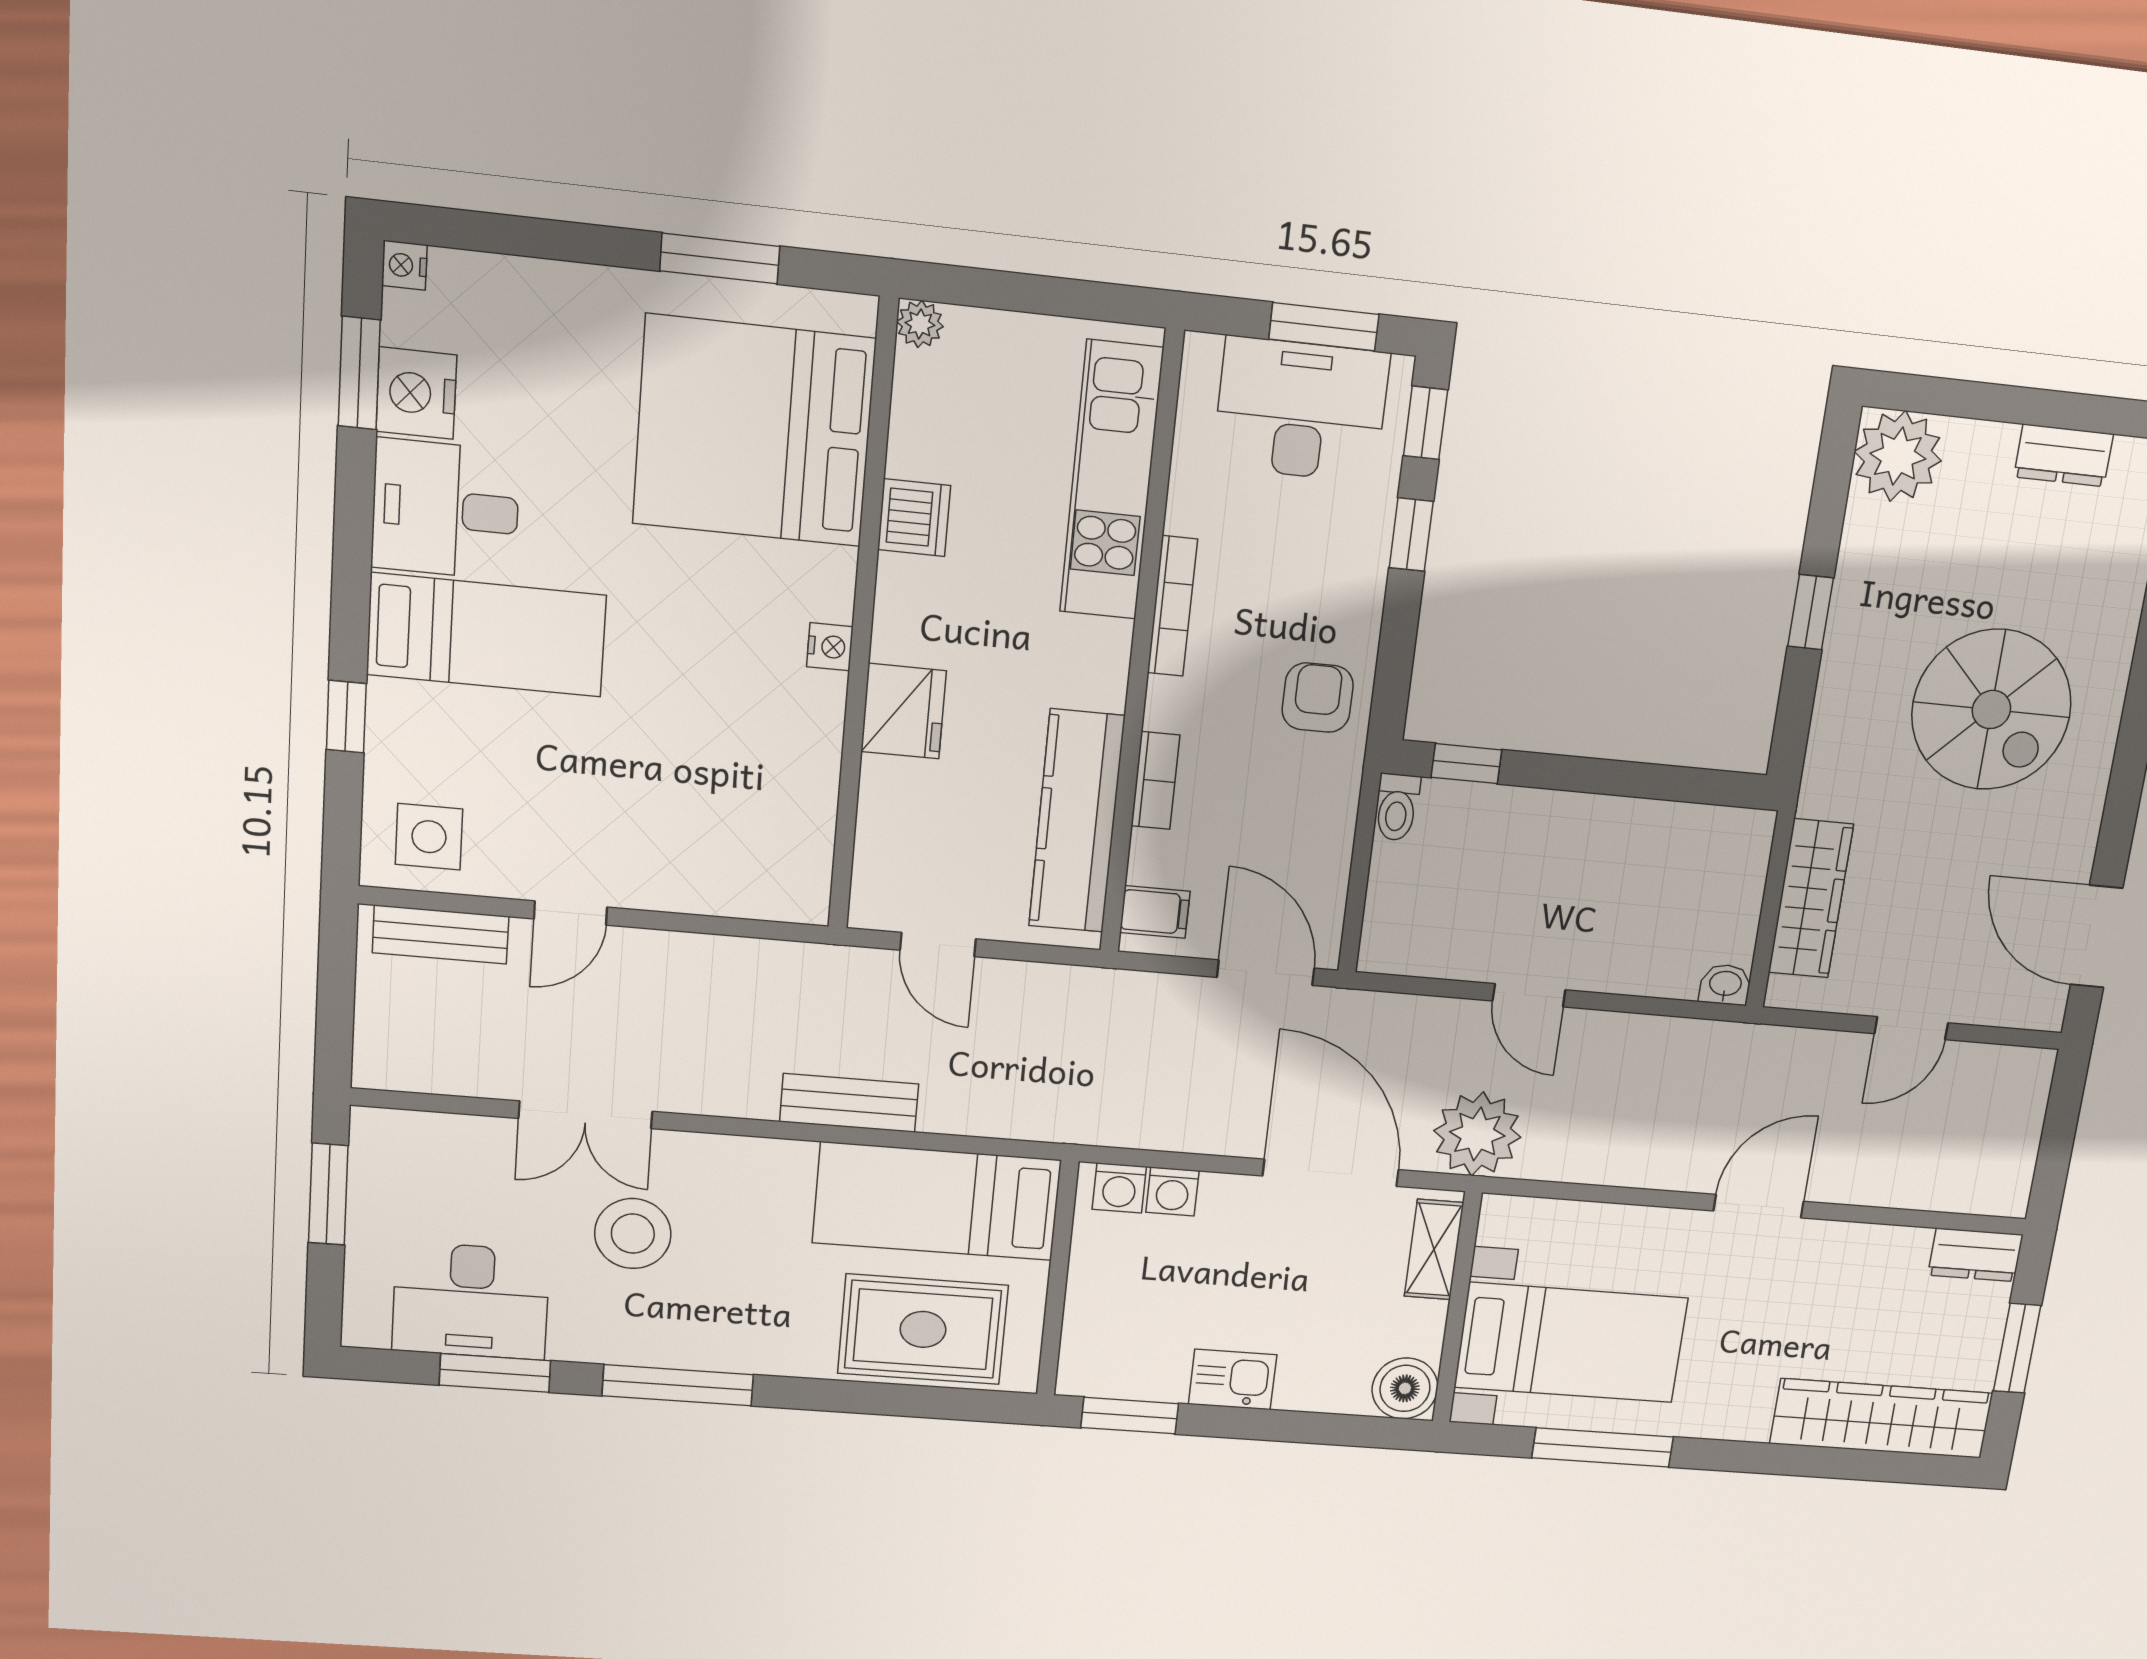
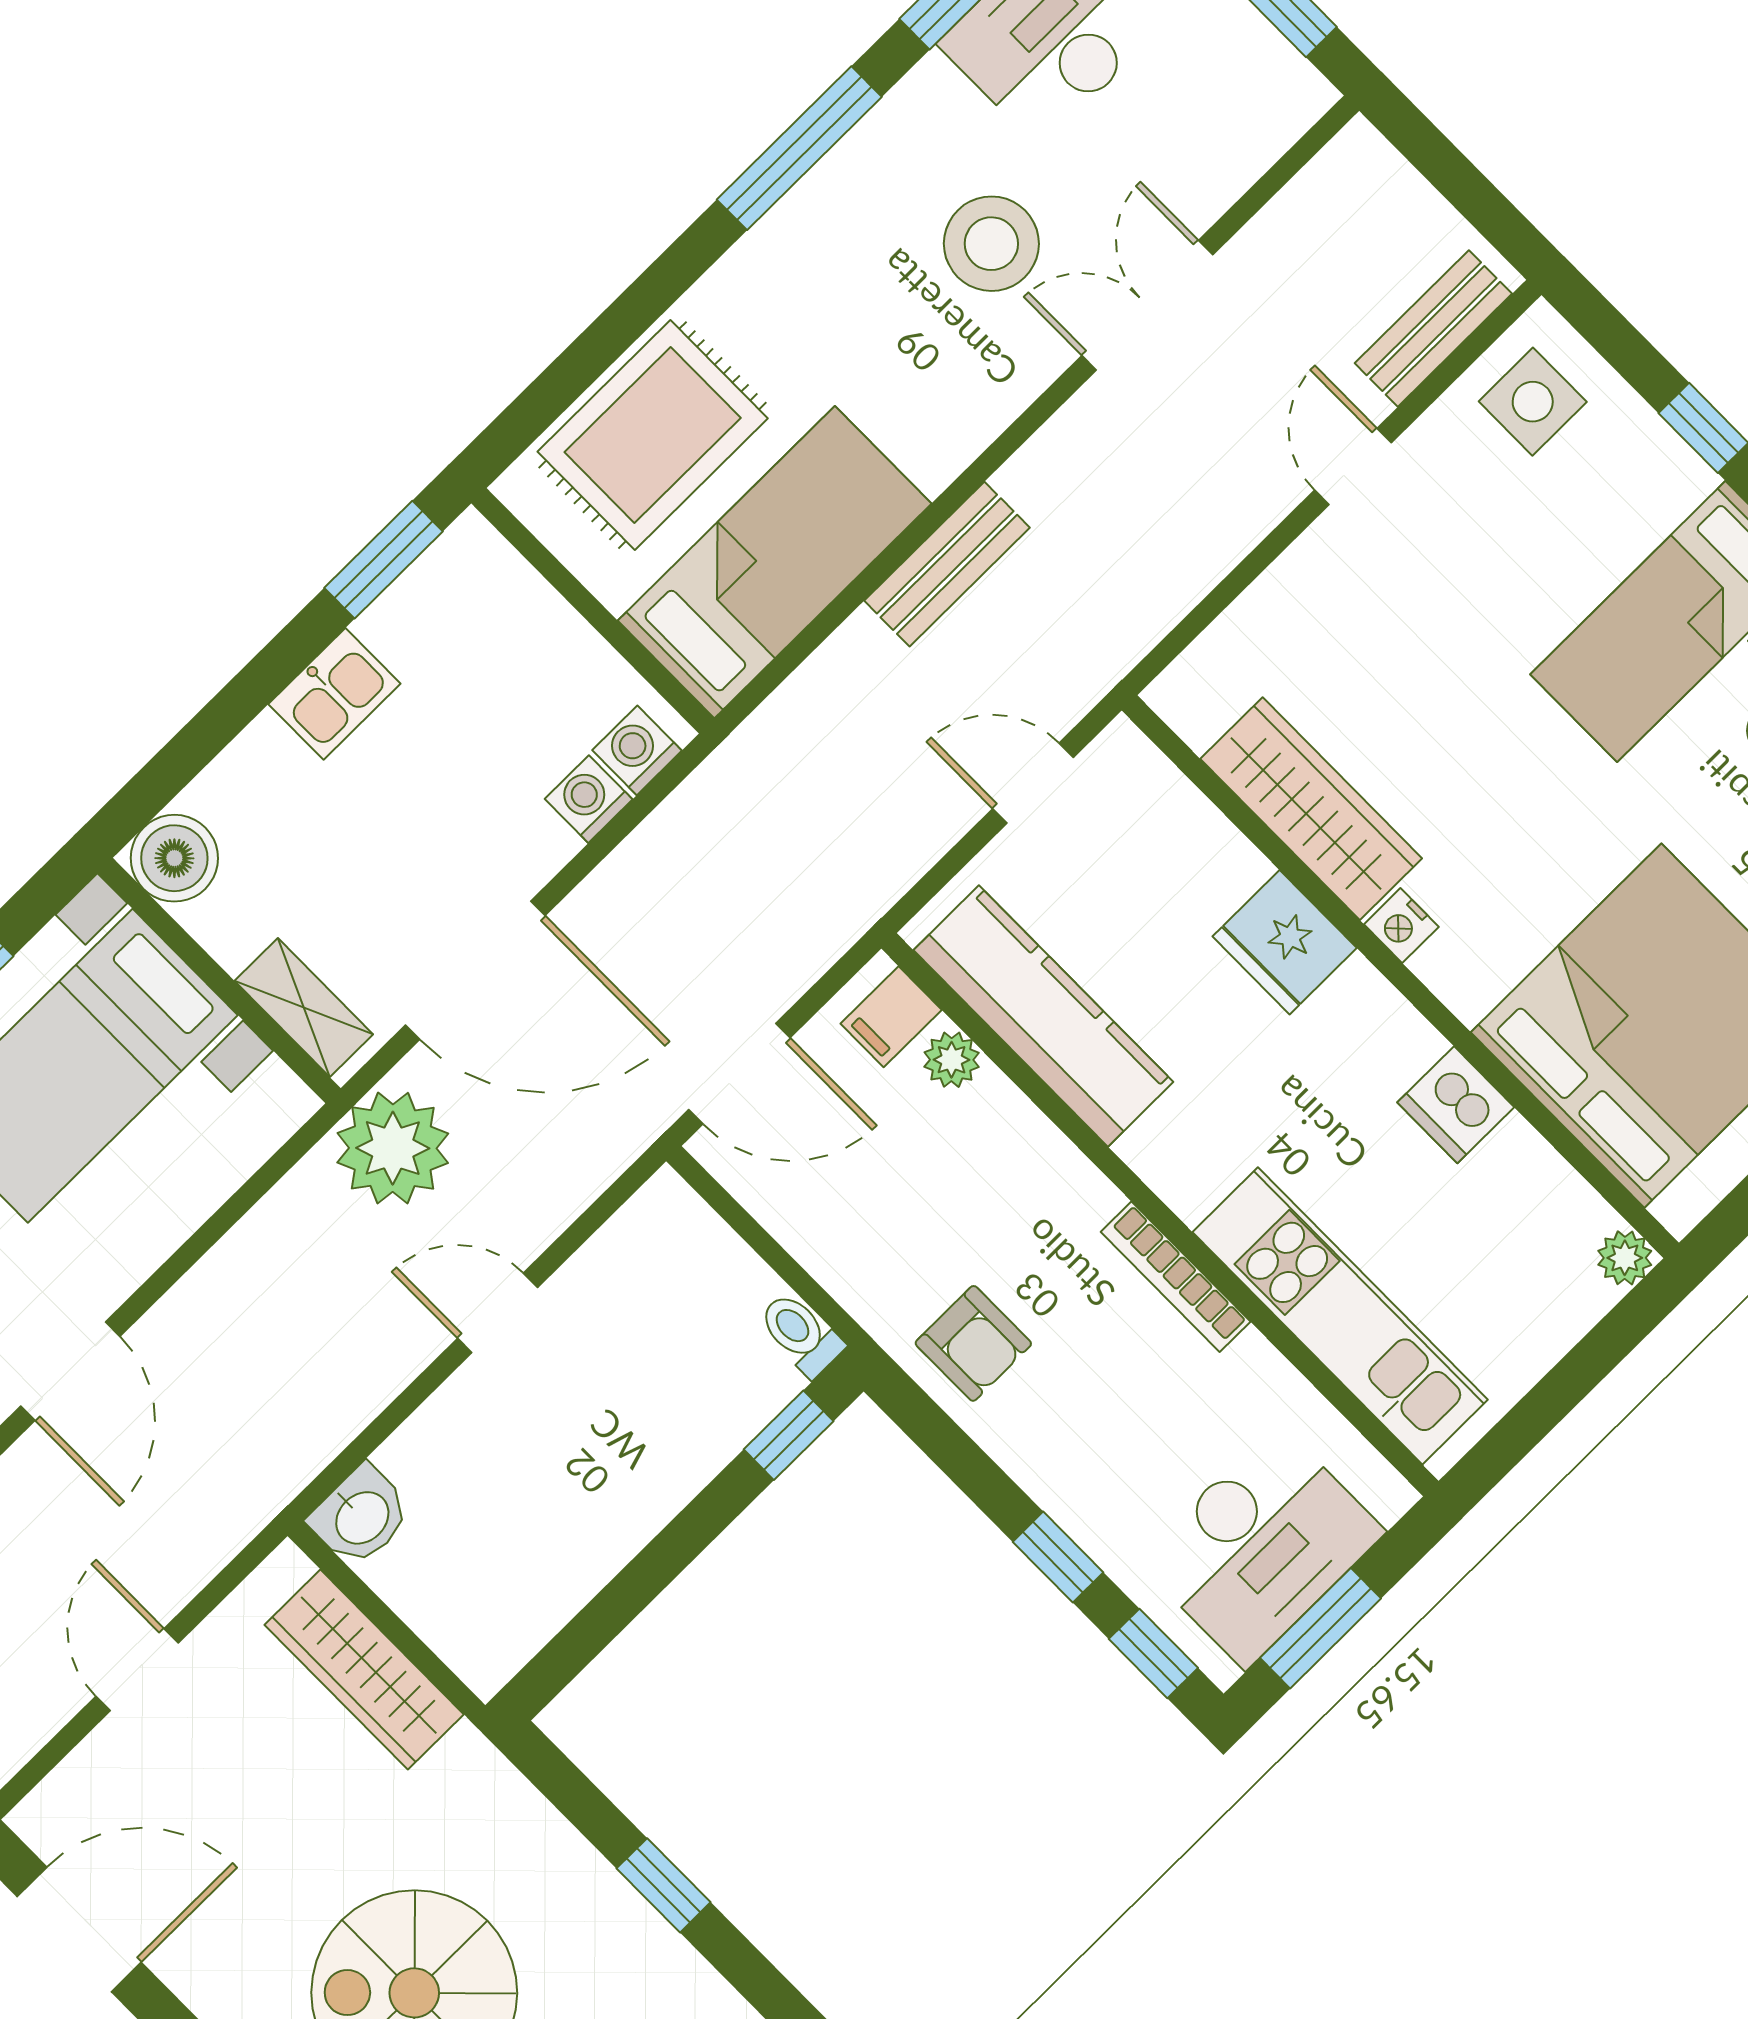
wardrobe: (806, 764) -> (1311, 809), added
bookcase: (1155, 781) -> (1021, 1124), removed
plant: (1151, 854) -> (952, 1060), added
washbasin: (1725, 985) -> (361, 1516), width x1.38, depth x1.45

